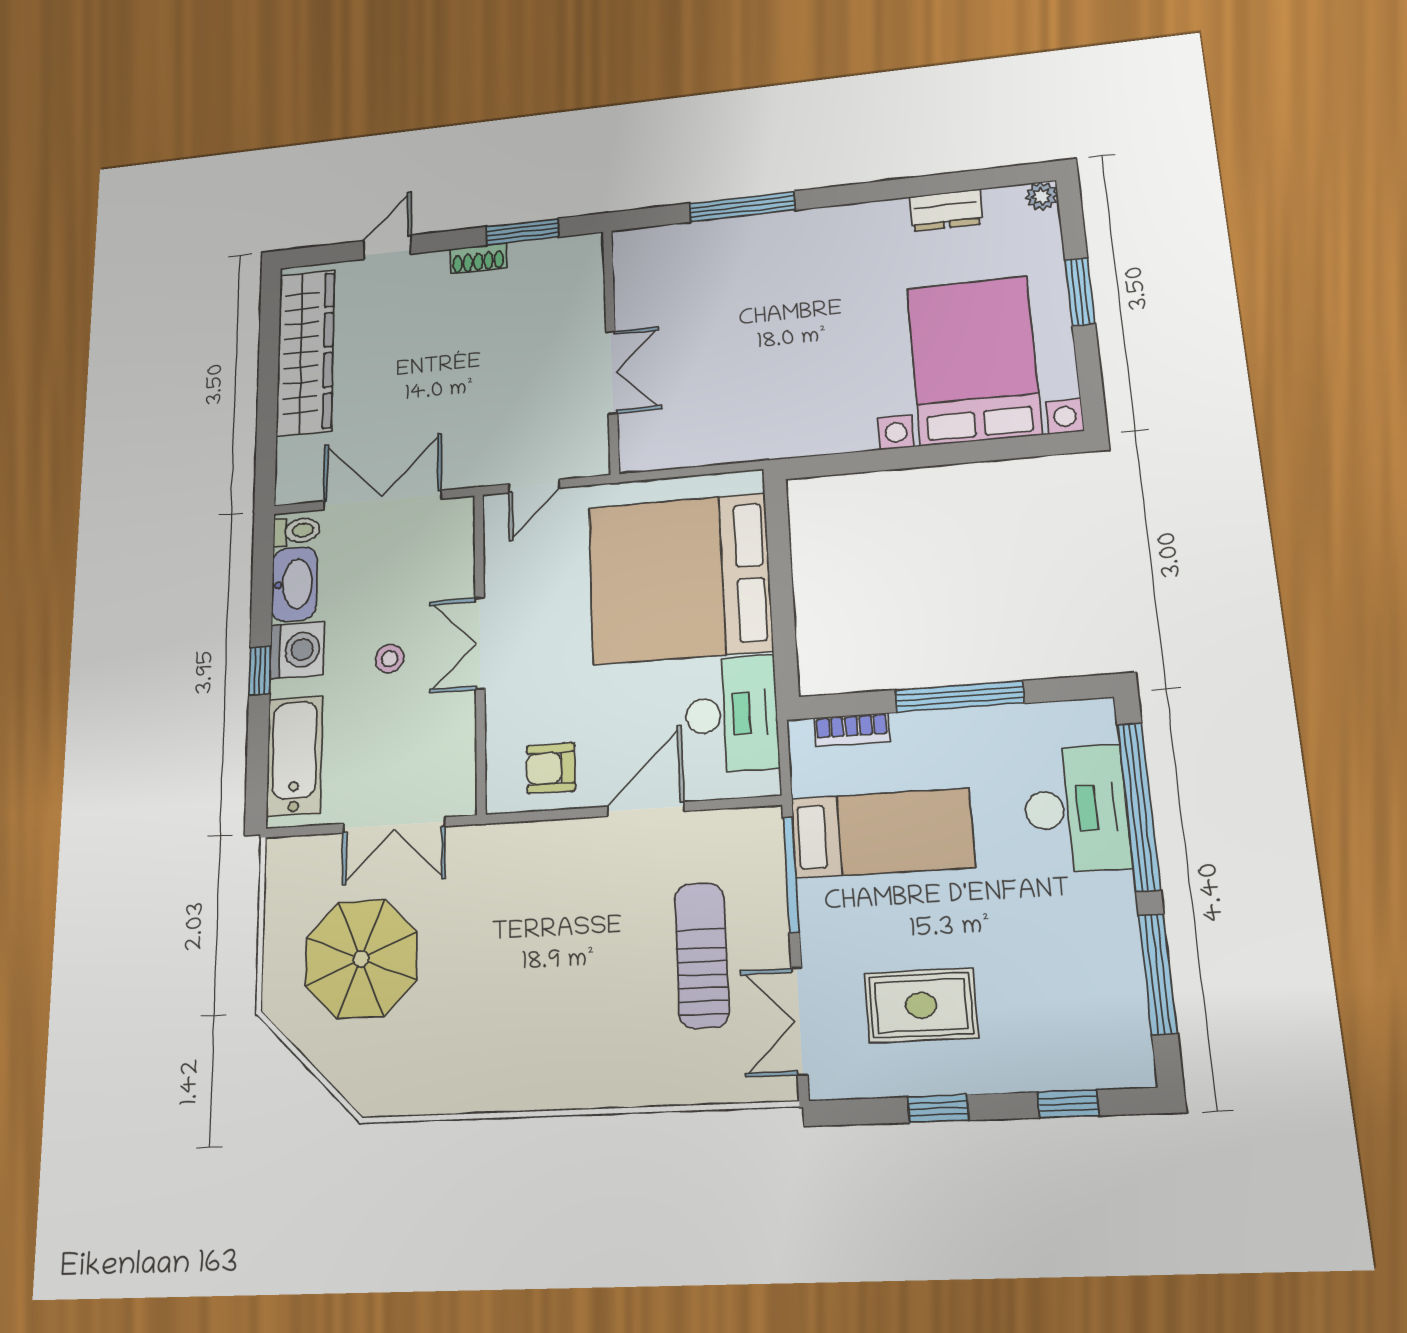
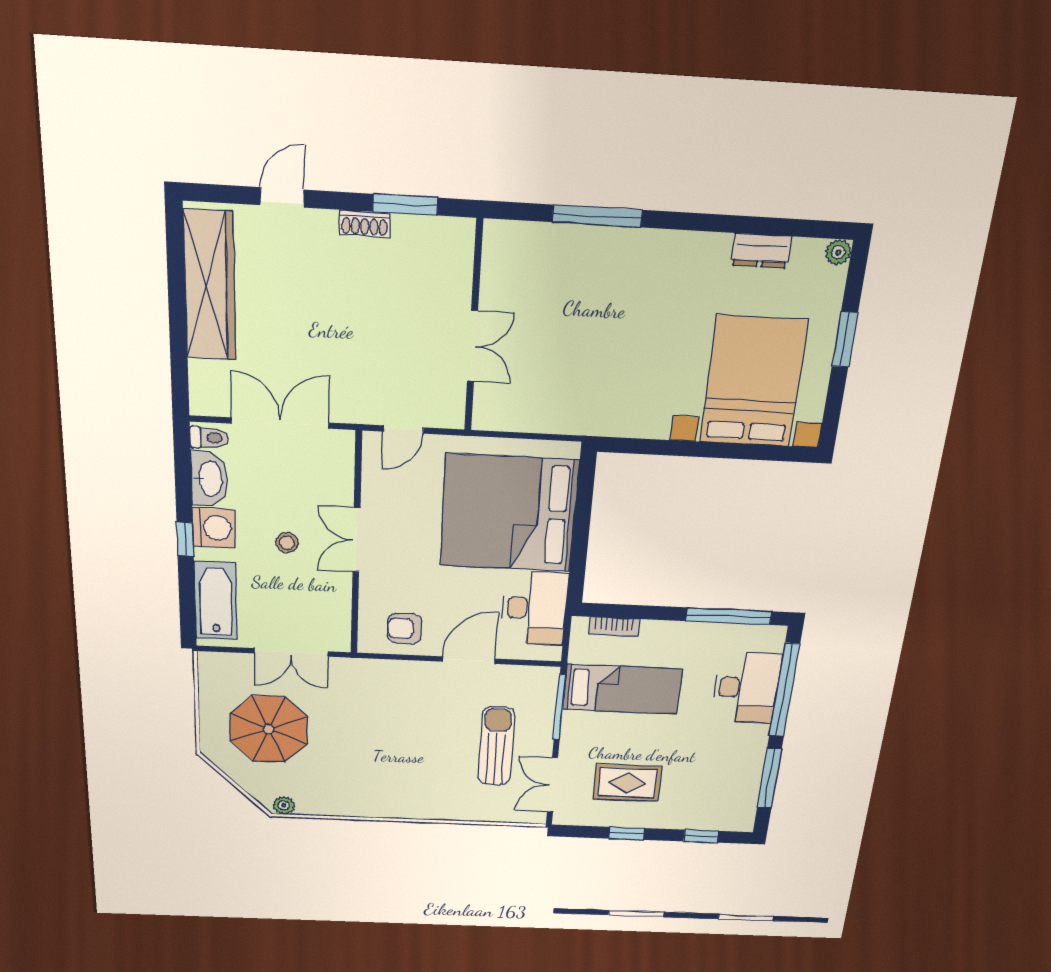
window: (960, 697) -> (729, 616), moved
plant: (382, 1099) -> (284, 805), added

